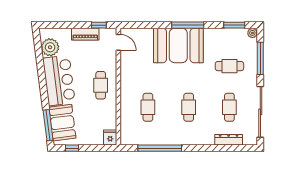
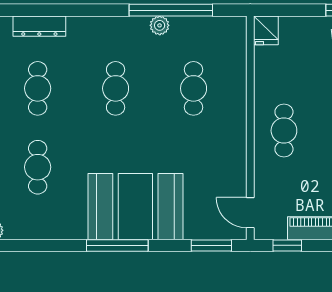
window: (234, 25) -> (211, 245), moved
cafe table: (229, 66) -> (38, 167), turned 90
plant: (166, 140) -> (160, 25), added

